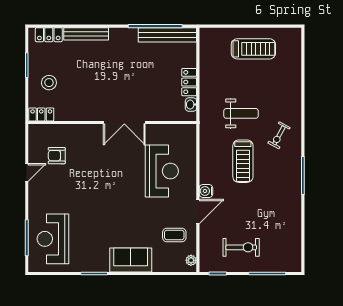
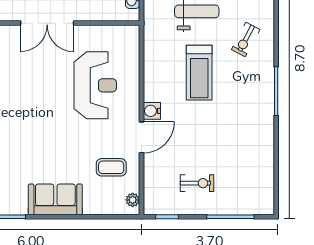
exercise bike: (241, 247) -> (197, 183), width x0.73, depth x0.72

